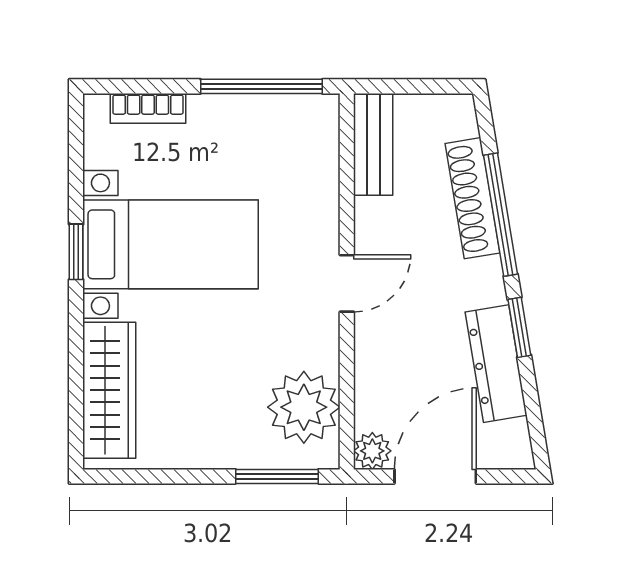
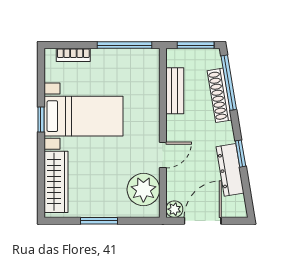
window: (420, 86) -> (196, 45), added
bench: (373, 144) -> (175, 91), moved
window: (501, 215) -> (229, 83), moved
door: (347, 283) -> (163, 155), moved
window: (277, 476) -> (99, 221), moved

